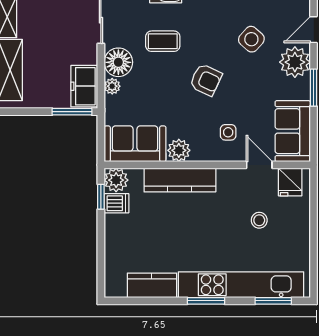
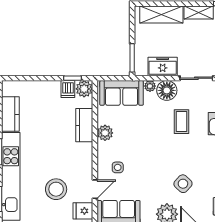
armchair: (206, 80) -> (154, 152), removed
freezer: (84, 86) -> (163, 67), moved
sofa: (135, 144) -> (122, 93), moved, turned 90
kitchen counter: (180, 180) -> (84, 125), width x0.67
stool: (259, 220) -> (56, 189), width x1.89, depth x1.89

